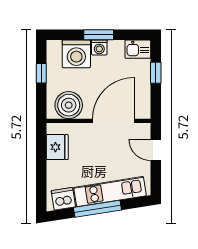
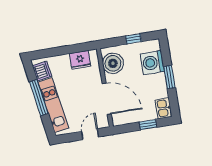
washing machine: (99, 47) -> (160, 79), removed

